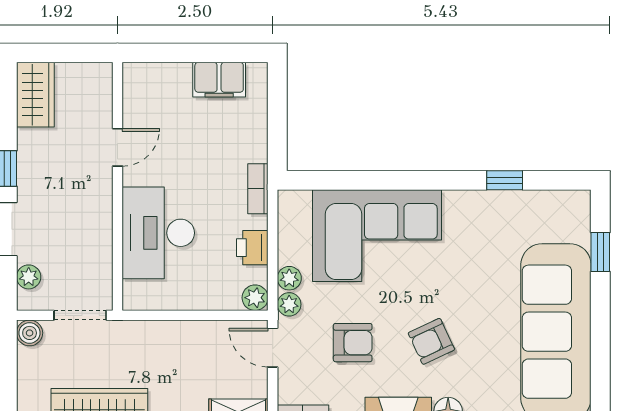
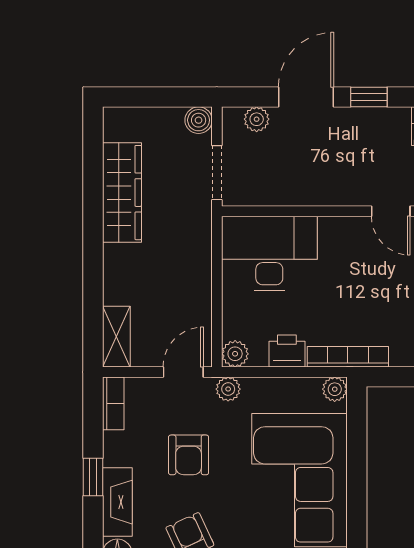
bookcase: (258, 189) -> (348, 357), width x1.56
desk: (158, 233) -> (269, 253), moved
plant: (289, 278) -> (335, 389), moved

